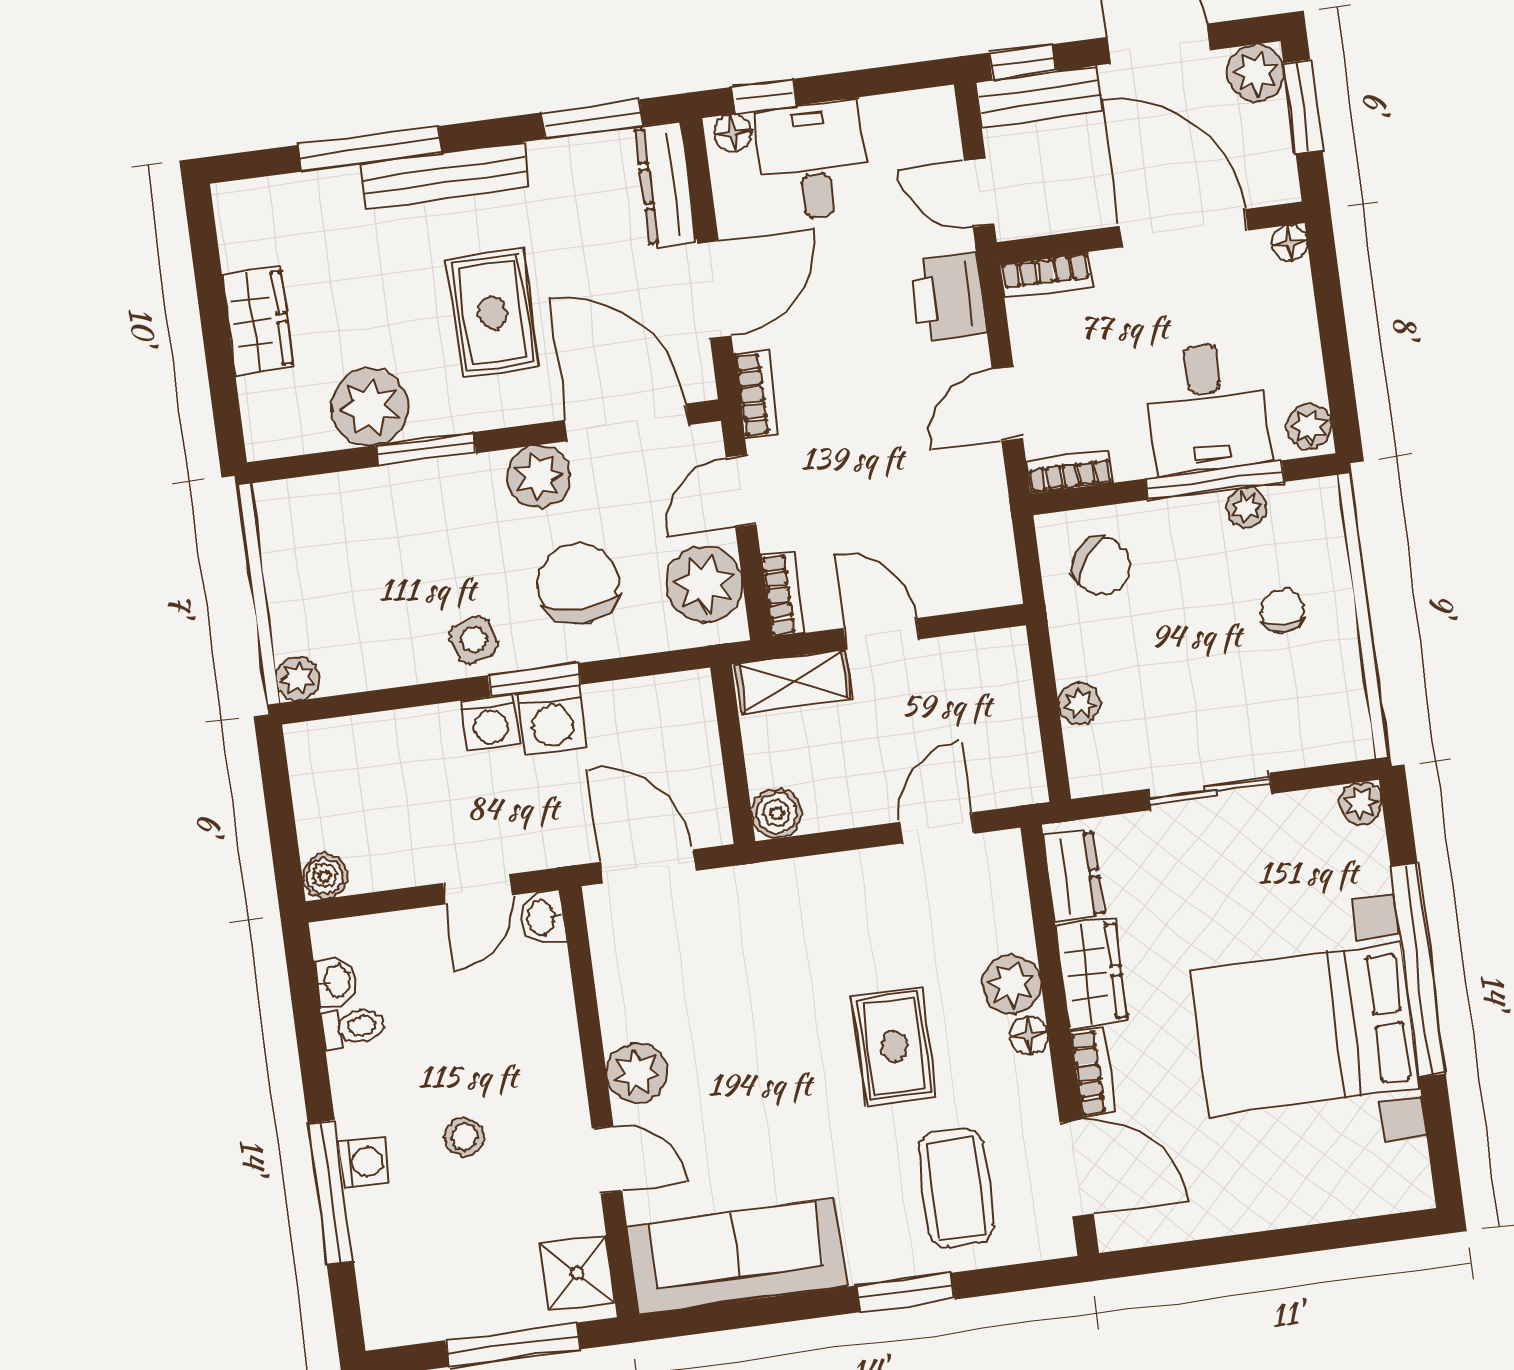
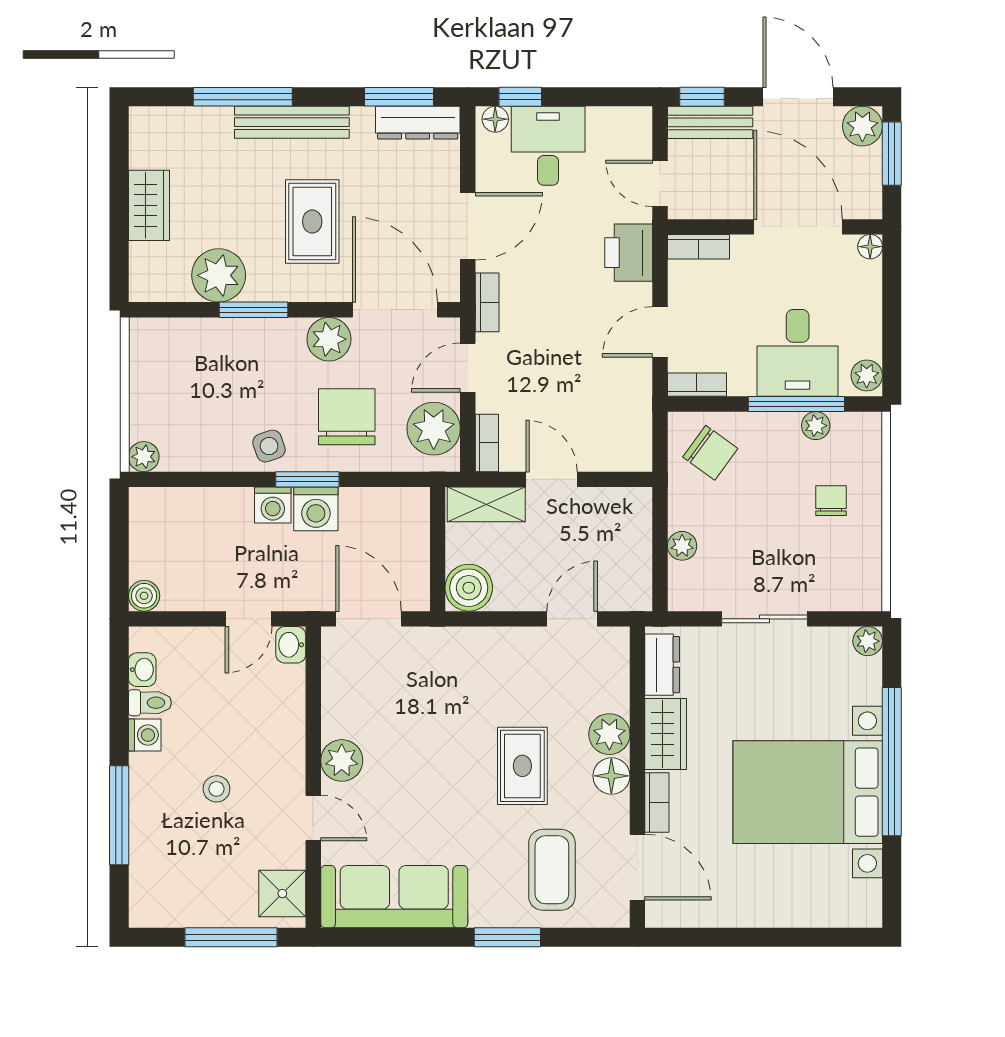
dresser: (665, 184) -> (418, 123), moved, turned -90
boiler: (776, 813) -> (469, 588), width x1.36, depth x1.36
floor lamp: (1029, 1036) -> (611, 776), width x1.37, depth x1.37
washing machine: (364, 1162) -> (145, 735), moved

